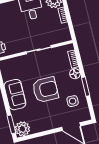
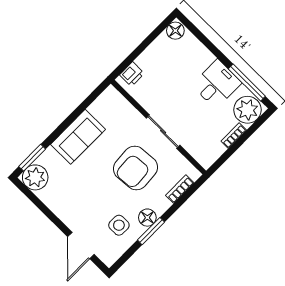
floor lamp: (75, 74) -> (147, 218), moved
armchair: (45, 90) -> (135, 168), moved, turned 86

